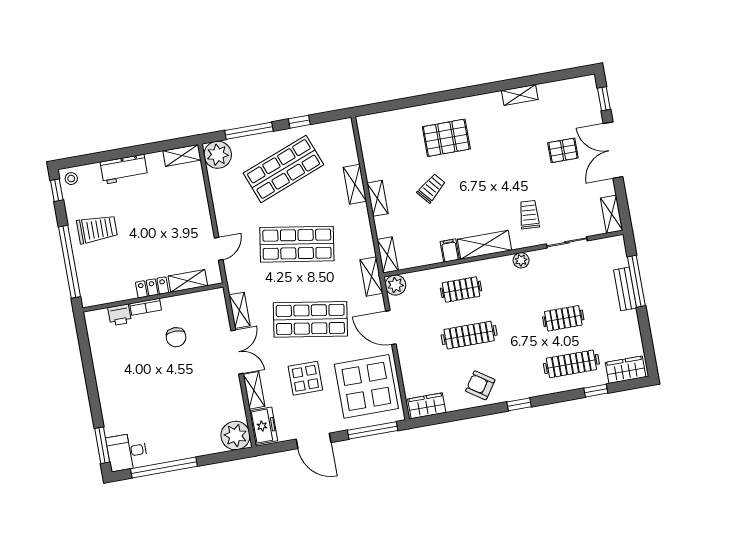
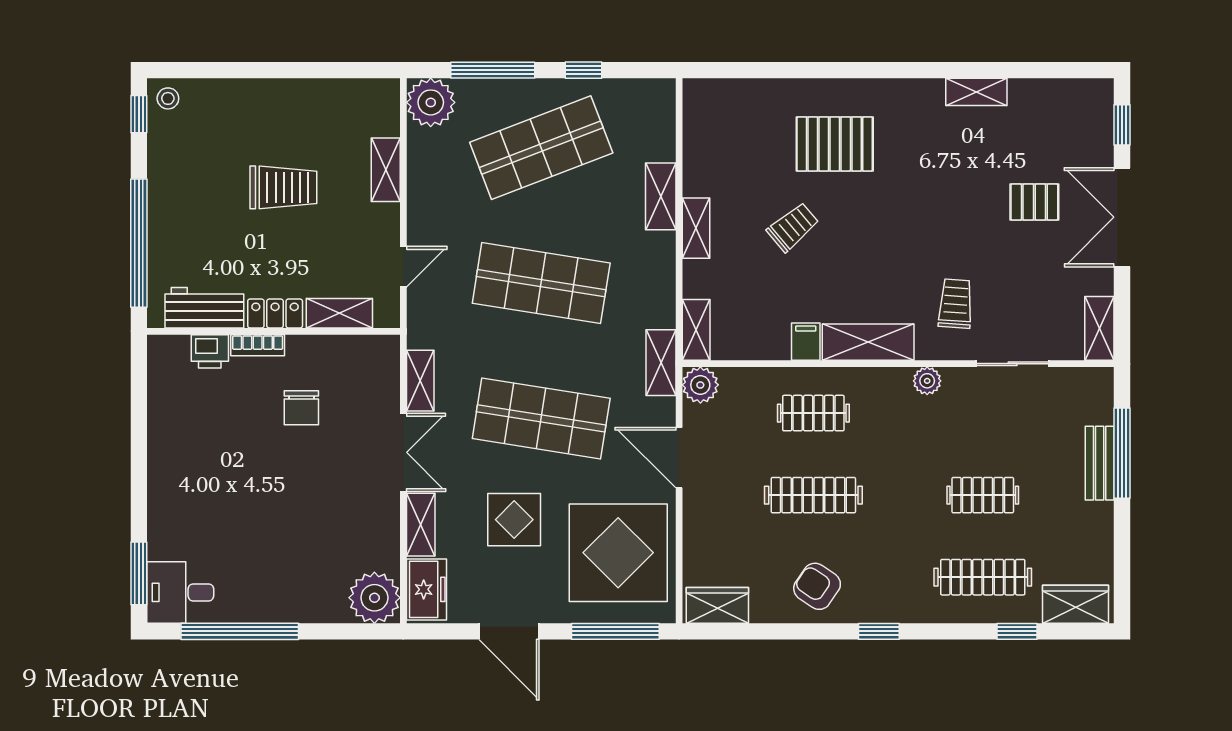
shelving: (182, 155) -> (386, 170), moved, turned 90
workbench: (124, 169) -> (204, 308), moved, turned 180
trolley: (97, 229) -> (283, 187), moved

